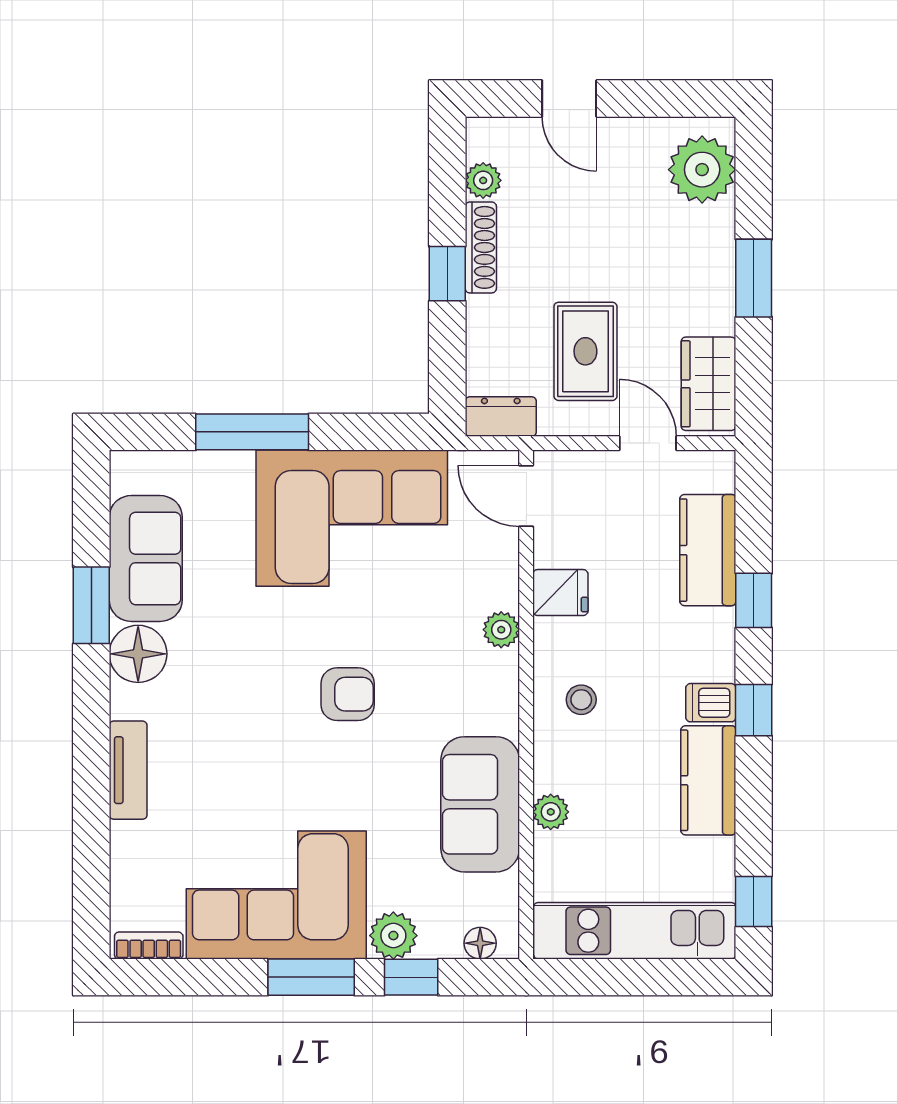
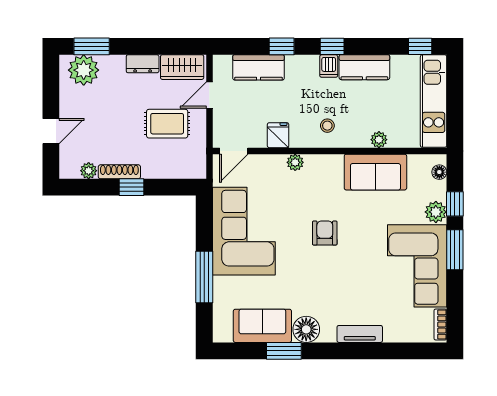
window: (754, 278) -> (92, 46), moved
dresser: (501, 417) -> (143, 64), moved, turned -90

